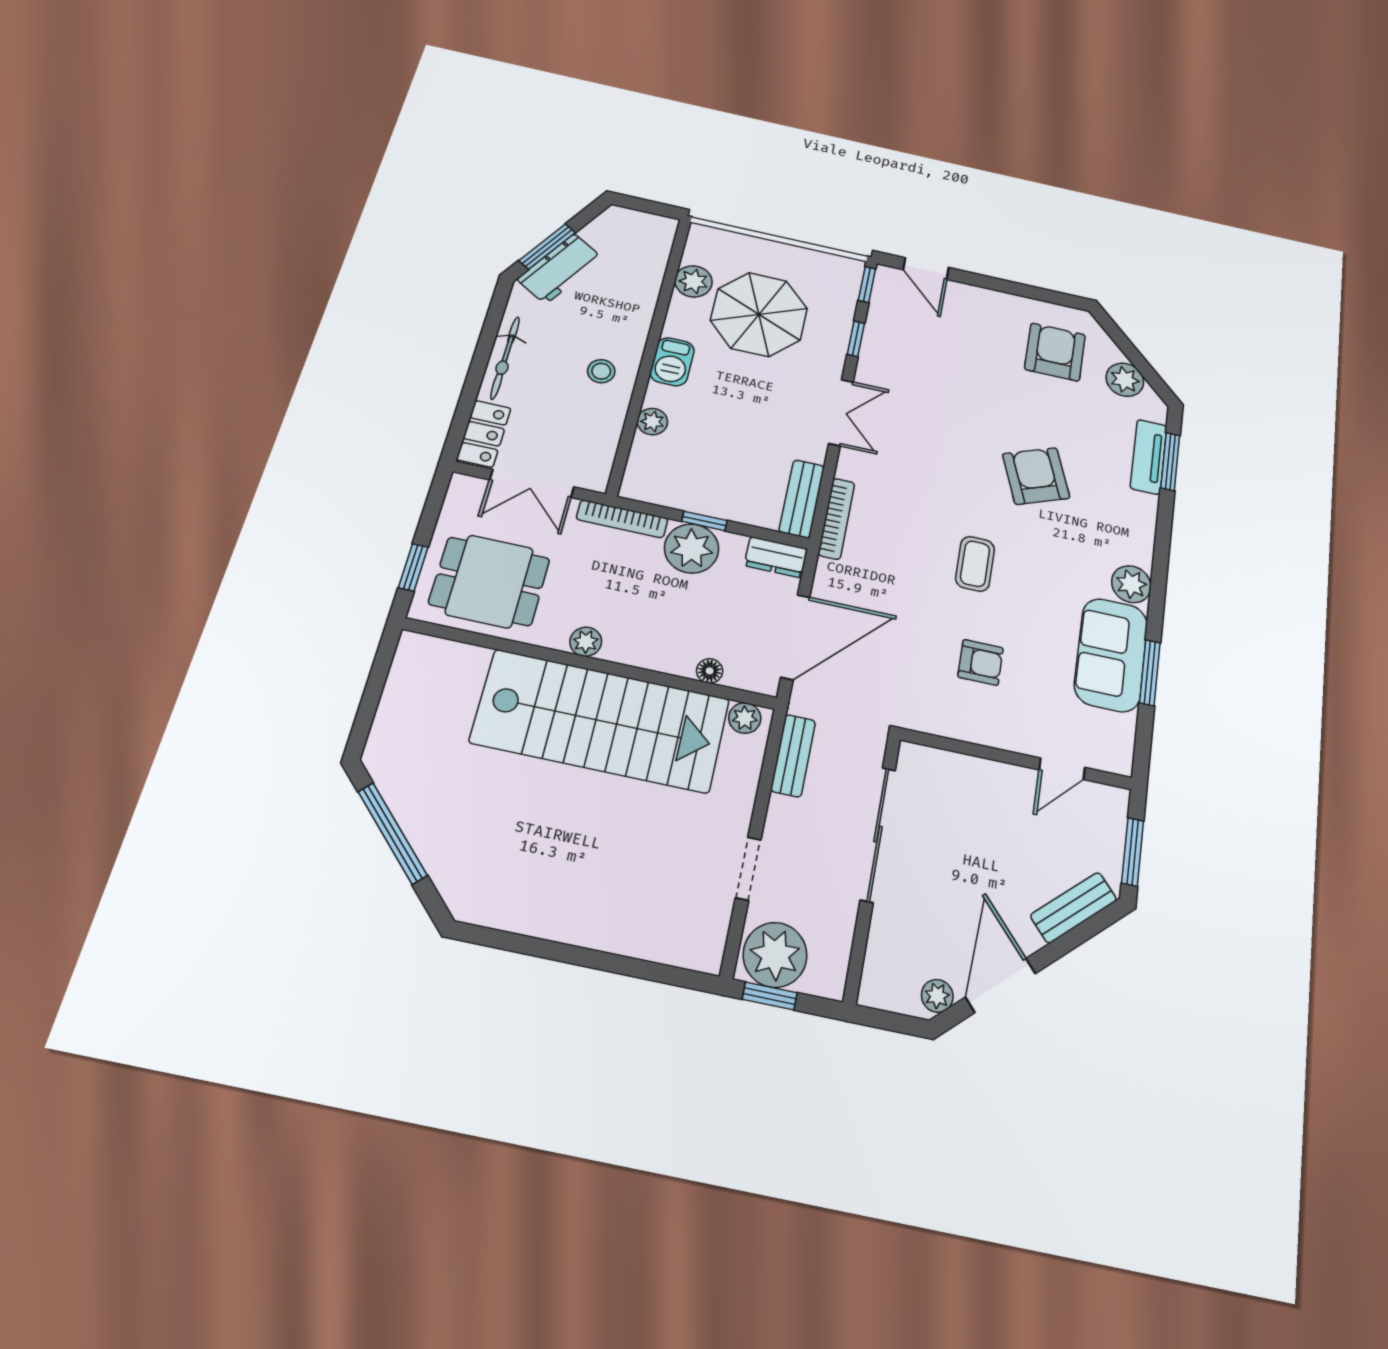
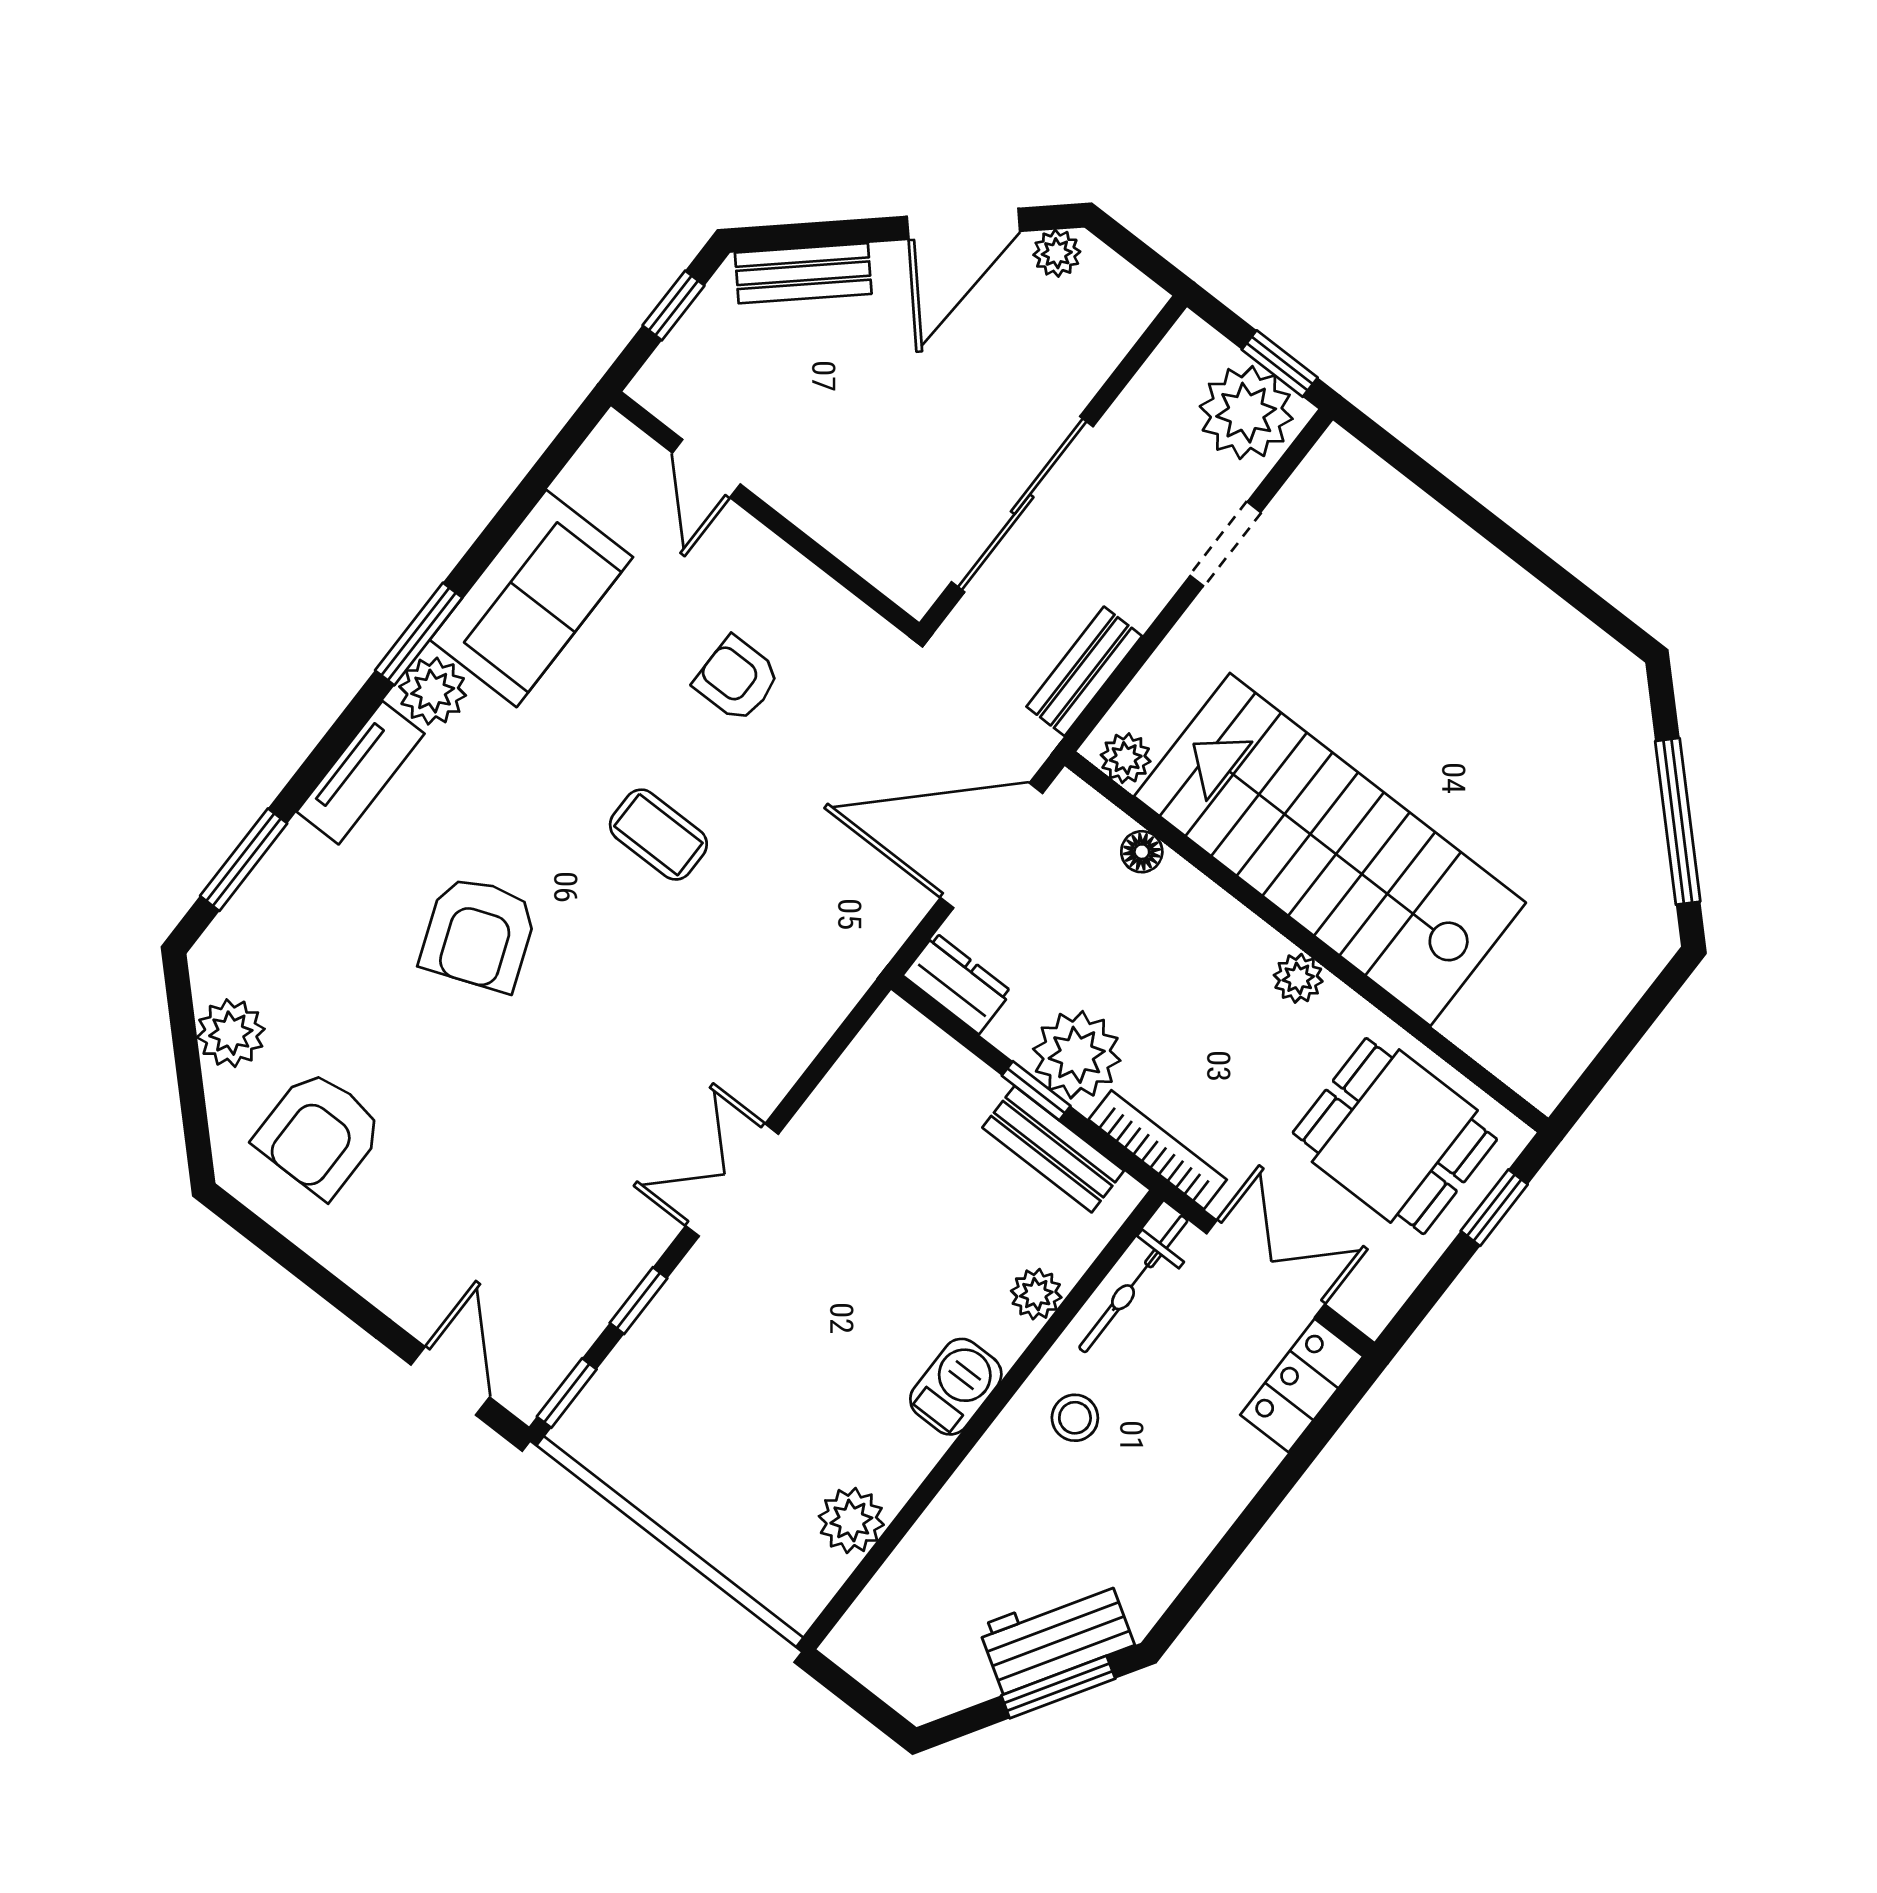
parasol: (759, 314) -> (775, 1413), removed
bicycle: (505, 358) -> (1133, 1284), moved, turned 180
tv unit: (1149, 457) -> (361, 773), moved
bench: (802, 499) -> (1053, 1149), moved, turned 90
bookcase: (836, 519) -> (833, 1004), removed
coffee table: (975, 564) -> (658, 835), turned 90
window: (1150, 673) -> (419, 634), moved
door: (1062, 769) -> (706, 468), swing flipped
window: (1133, 852) -> (674, 305), width x0.67

